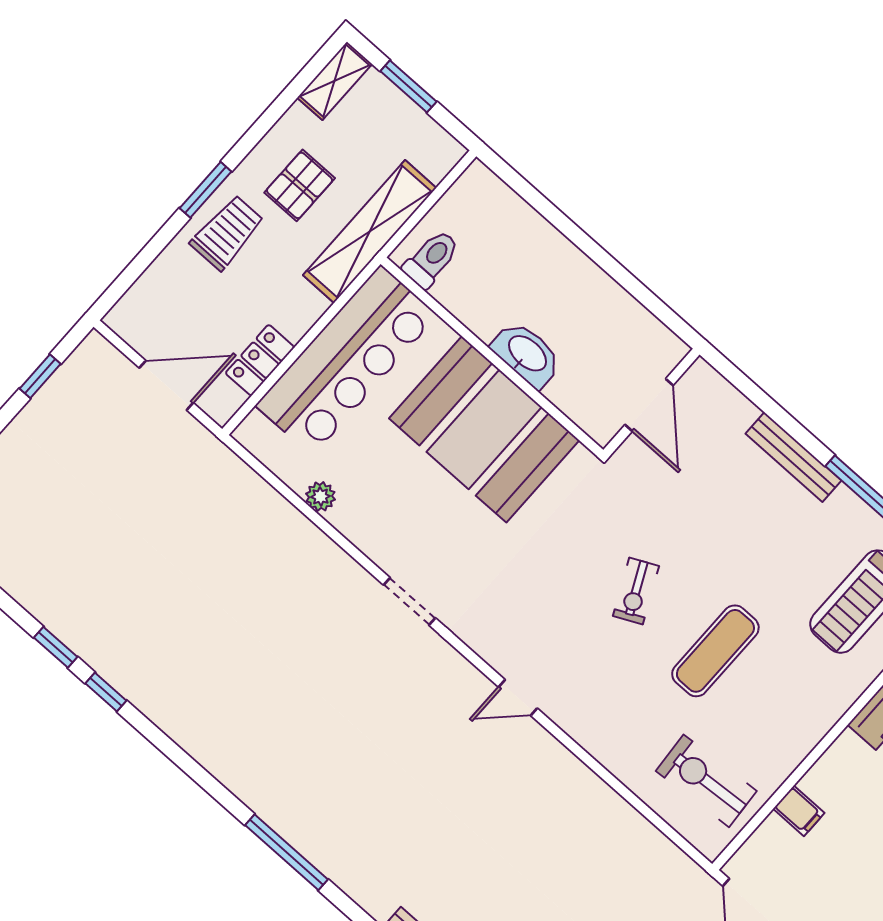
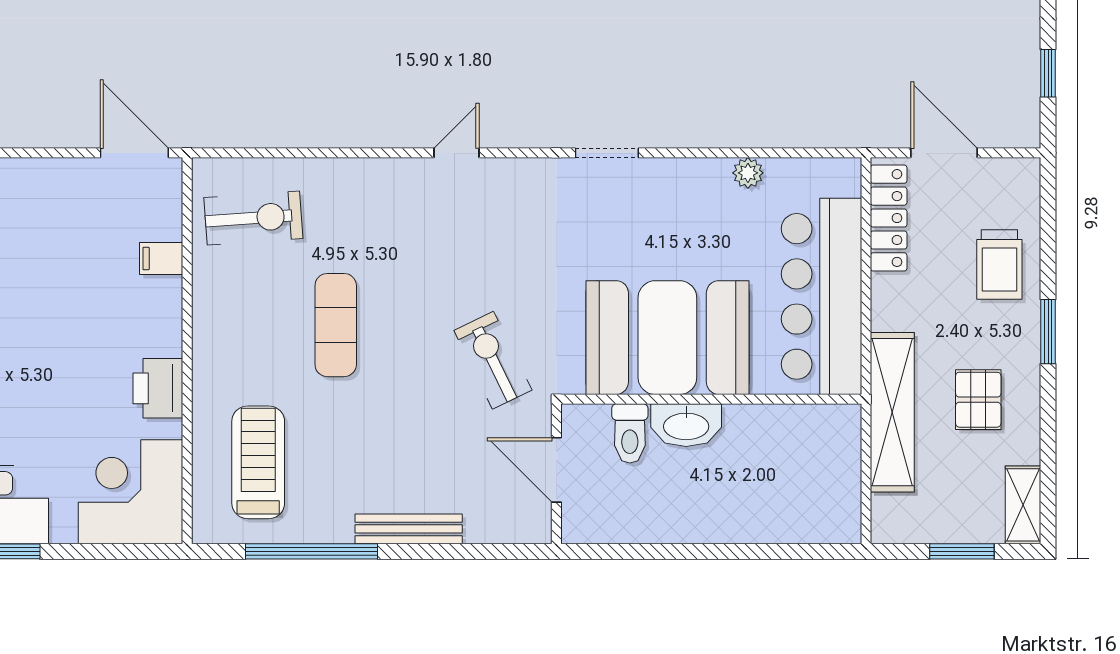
trolley: (227, 233) -> (999, 265), moved
toilet: (431, 259) -> (630, 433), moved
locker: (260, 360) -> (889, 218), width x1.53
door: (166, 385) -> (944, 153), swing flipped
exercise bike: (636, 591) -> (493, 360), moved, width x1.38, depth x1.39

